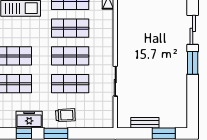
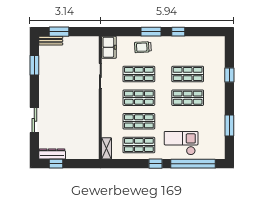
window: (193, 63) -> (34, 65), moved
freezer: (29, 120) -> (109, 47), moved, turned -90
bench: (145, 123) -> (51, 41), moved

